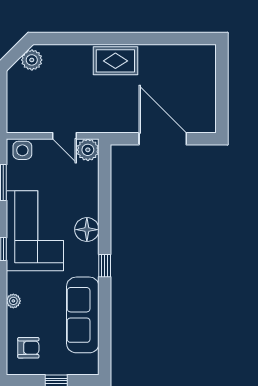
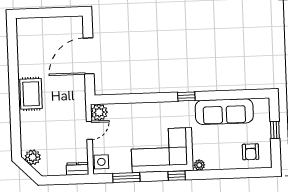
dresser: (14, 118) -> (77, 169), added
floor lamp: (87, 230) -> (160, 111), removed
plant: (13, 301) -> (199, 165), moved
armchair: (28, 348) -> (251, 152), turned 180

